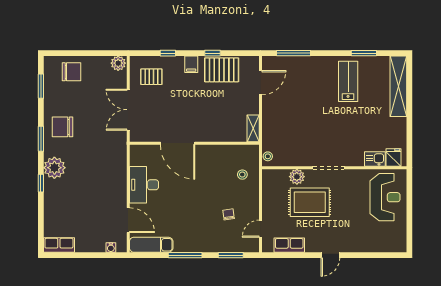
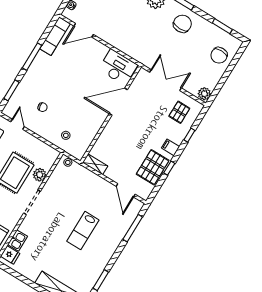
lab bench: (348, 81) -> (83, 231), moved, turned 90
desk: (144, 185) -> (118, 67), moved

